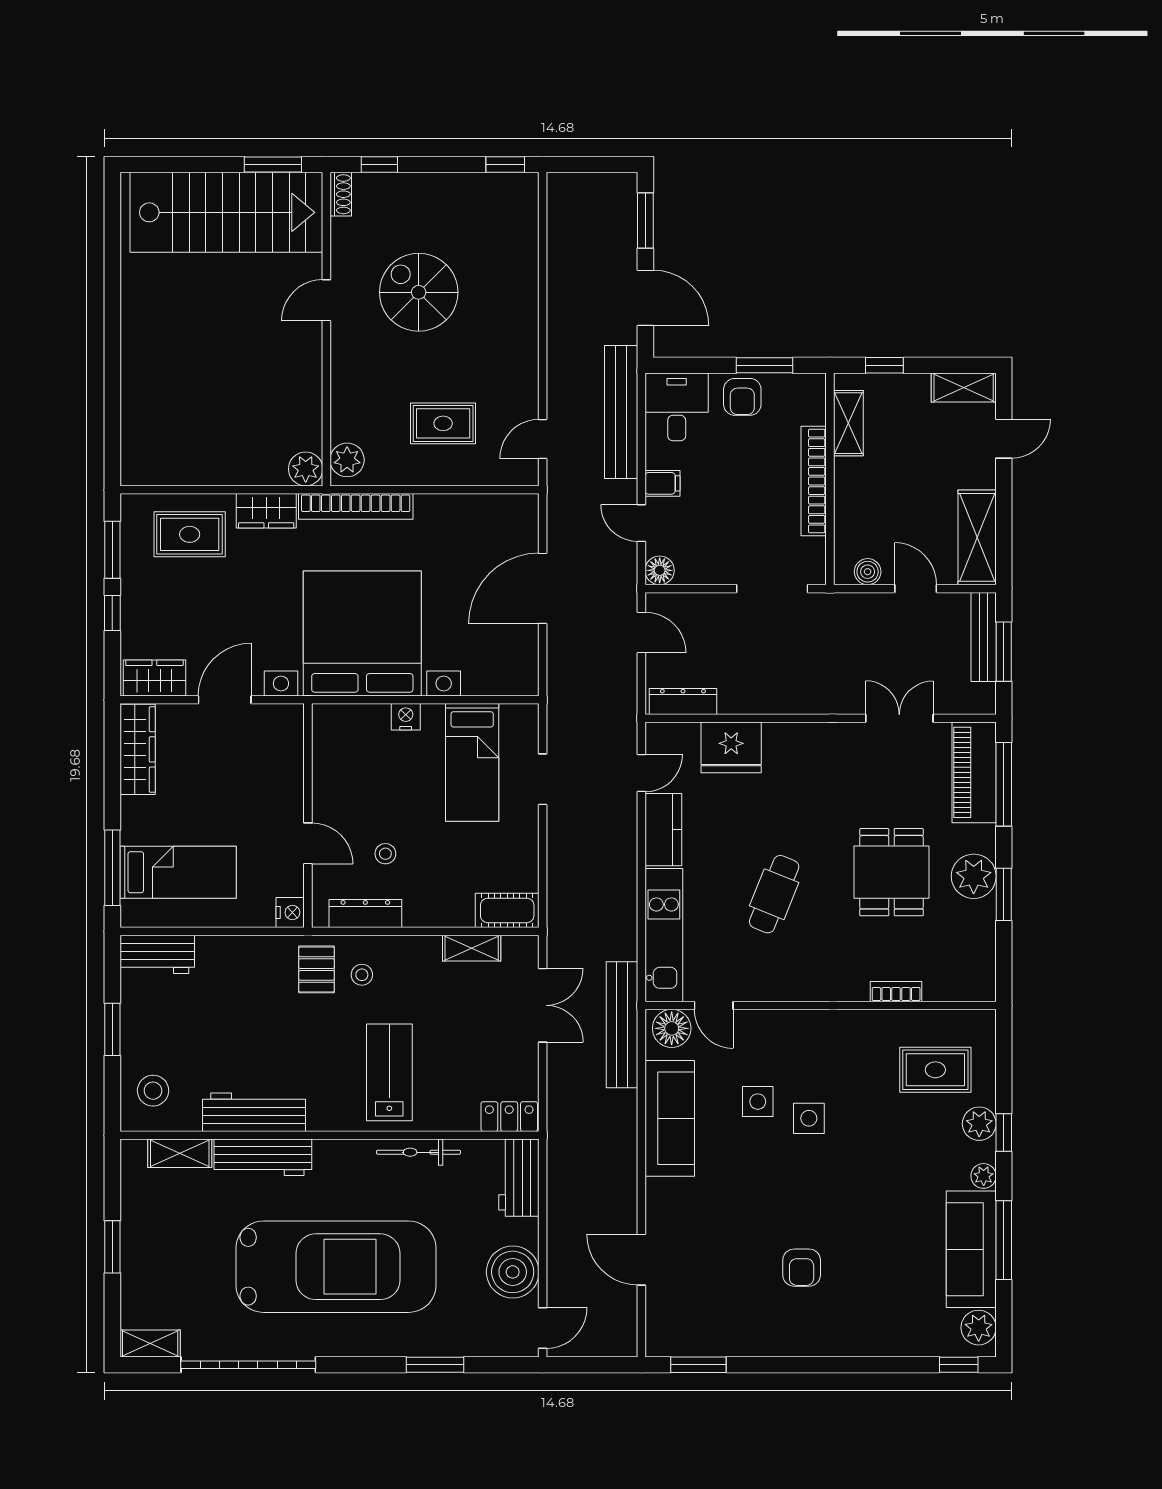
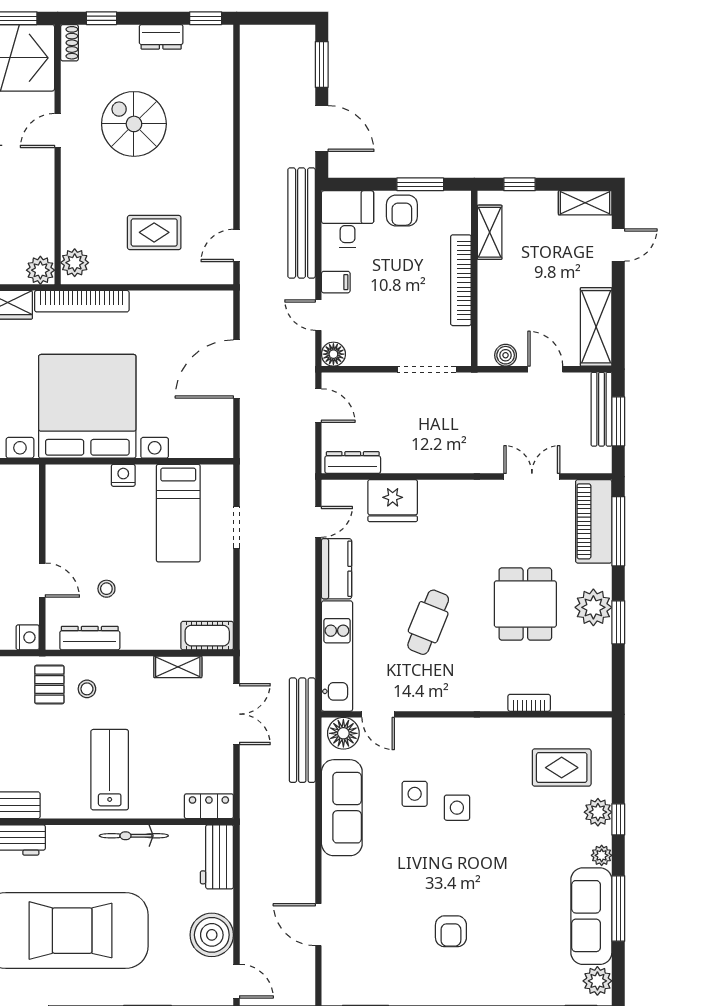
dresser: (452, 187) -> (161, 37), added
door: (543, 1328) -> (237, 981), hinge flipped

